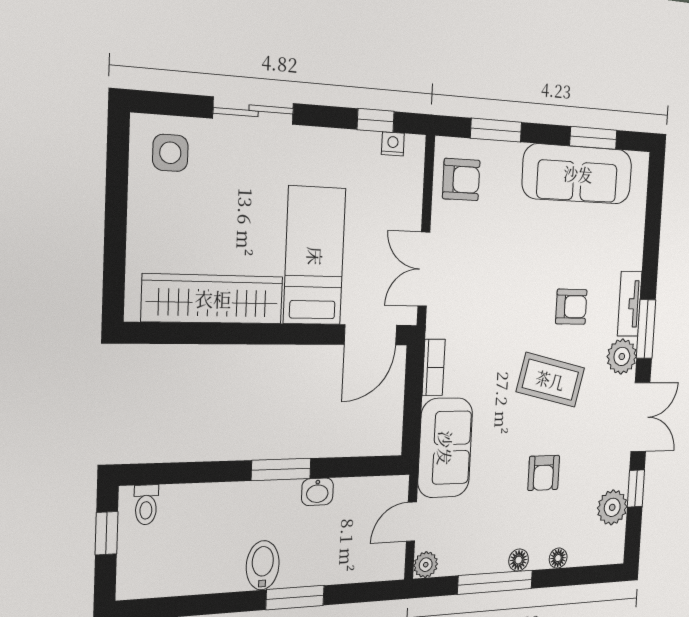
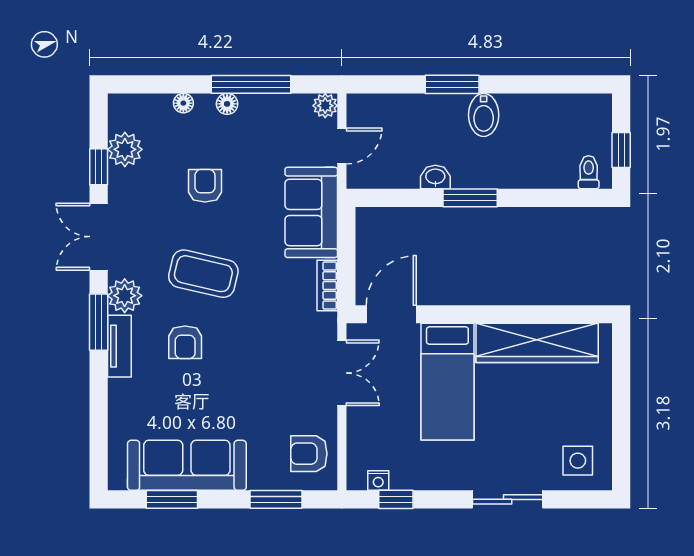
armchair: (571, 307) -> (185, 342), turned -90

